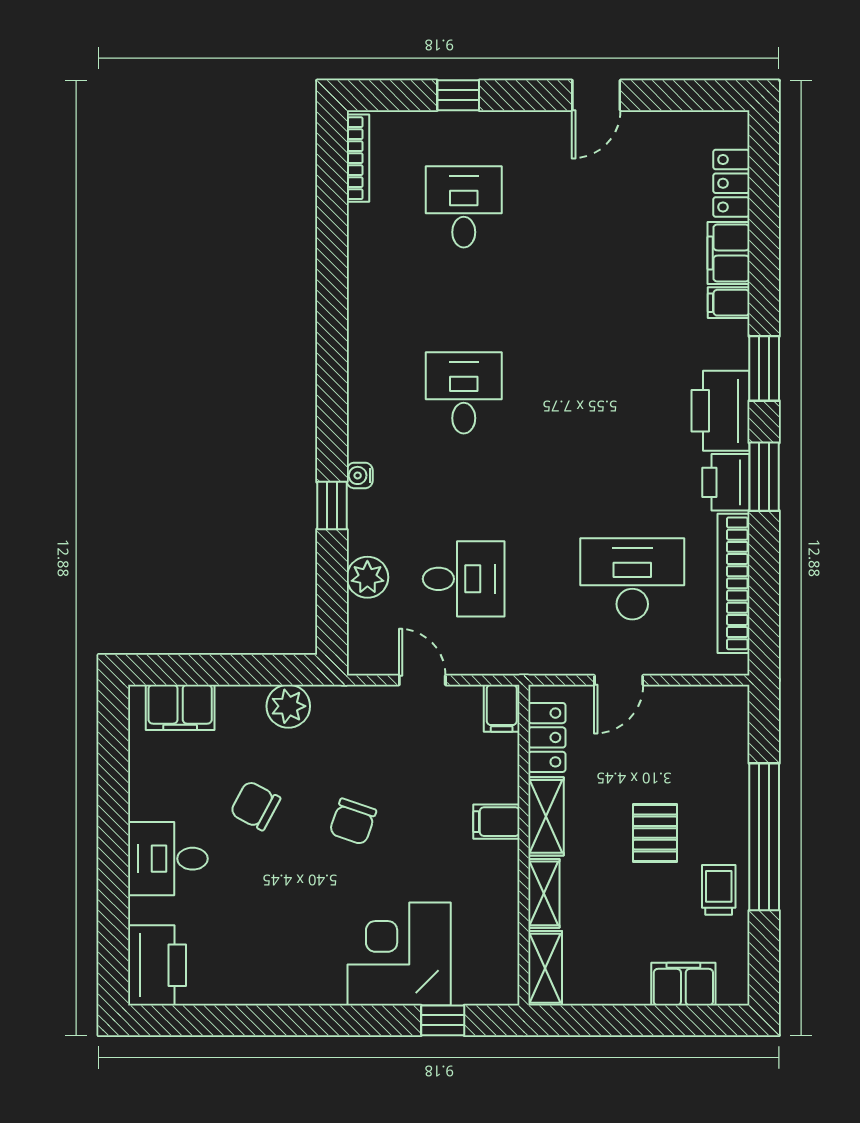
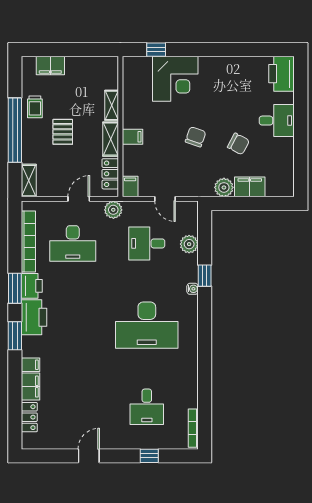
desk: (464, 393) -> (147, 325), width x1.87, depth x1.30
plant: (540, 655) -> (113, 210), added
filing cabinet: (180, 707) -> (250, 187), moved
shelving: (545, 968) -> (29, 181), moved

